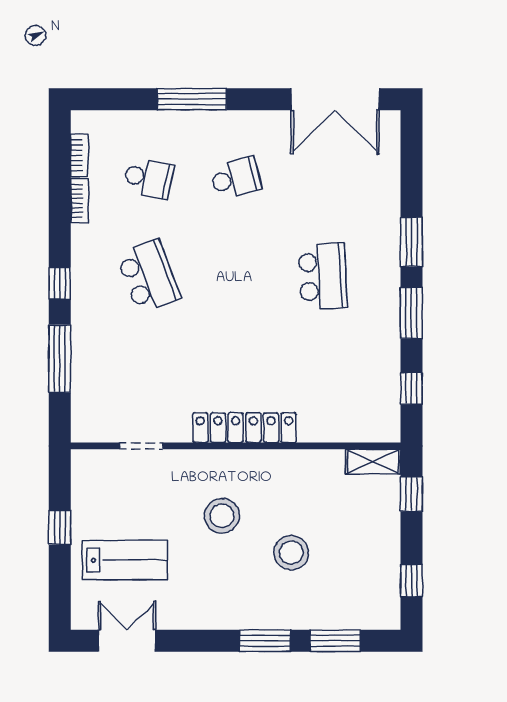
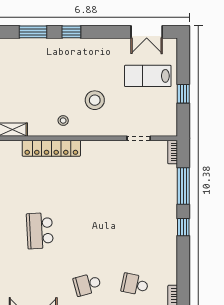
bookcase: (79, 201) -> (173, 152), moved
school desk: (148, 276) -> (135, 231), removed
locker: (245, 428) -> (51, 148), moved
stool: (291, 553) -> (63, 121), moved, width x0.53, depth x0.53
window: (265, 641) -> (71, 32), width x0.67

